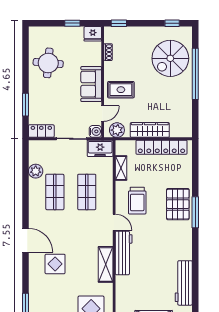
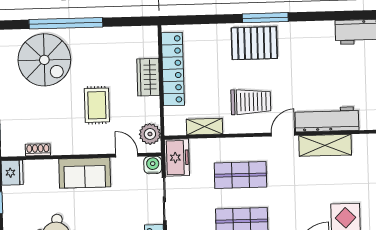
rug: (121, 90) -> (97, 105), moved
wardrobe: (150, 130) -> (148, 77), width x0.67
shelving: (106, 264) -> (325, 145), moved

